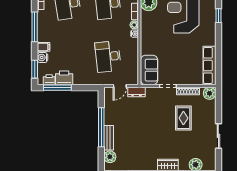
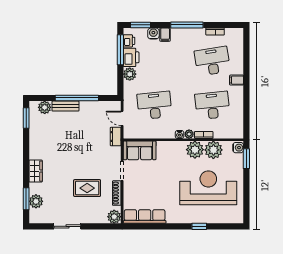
plant: (148, 20) -> (195, 150), added
plant: (79, 79) -> (130, 74), added

